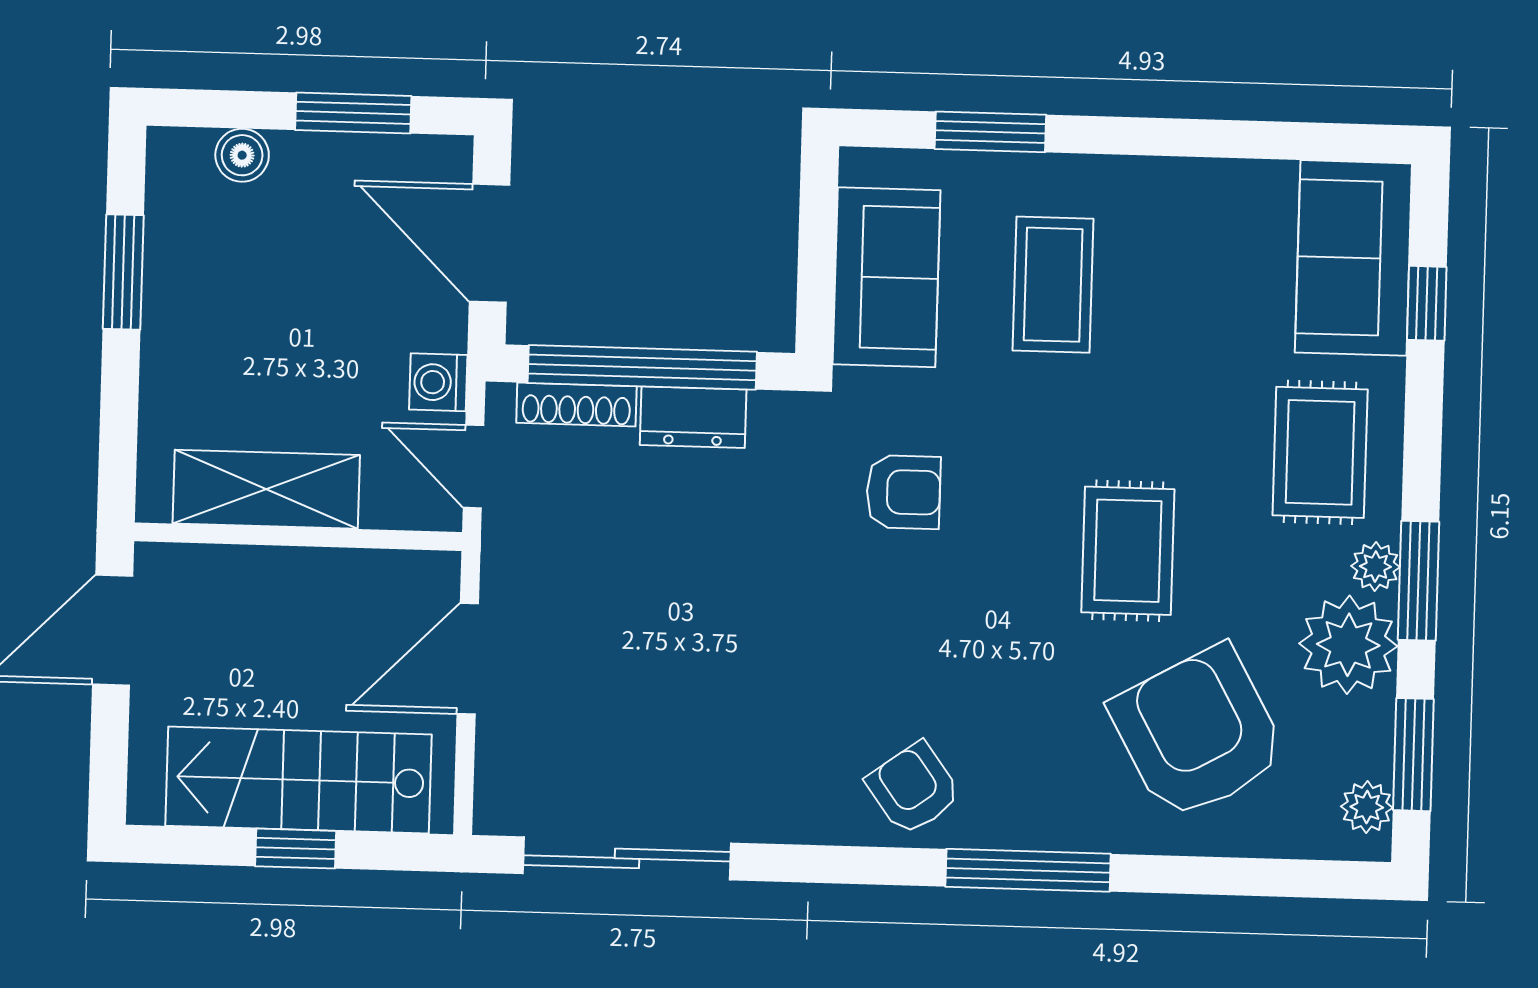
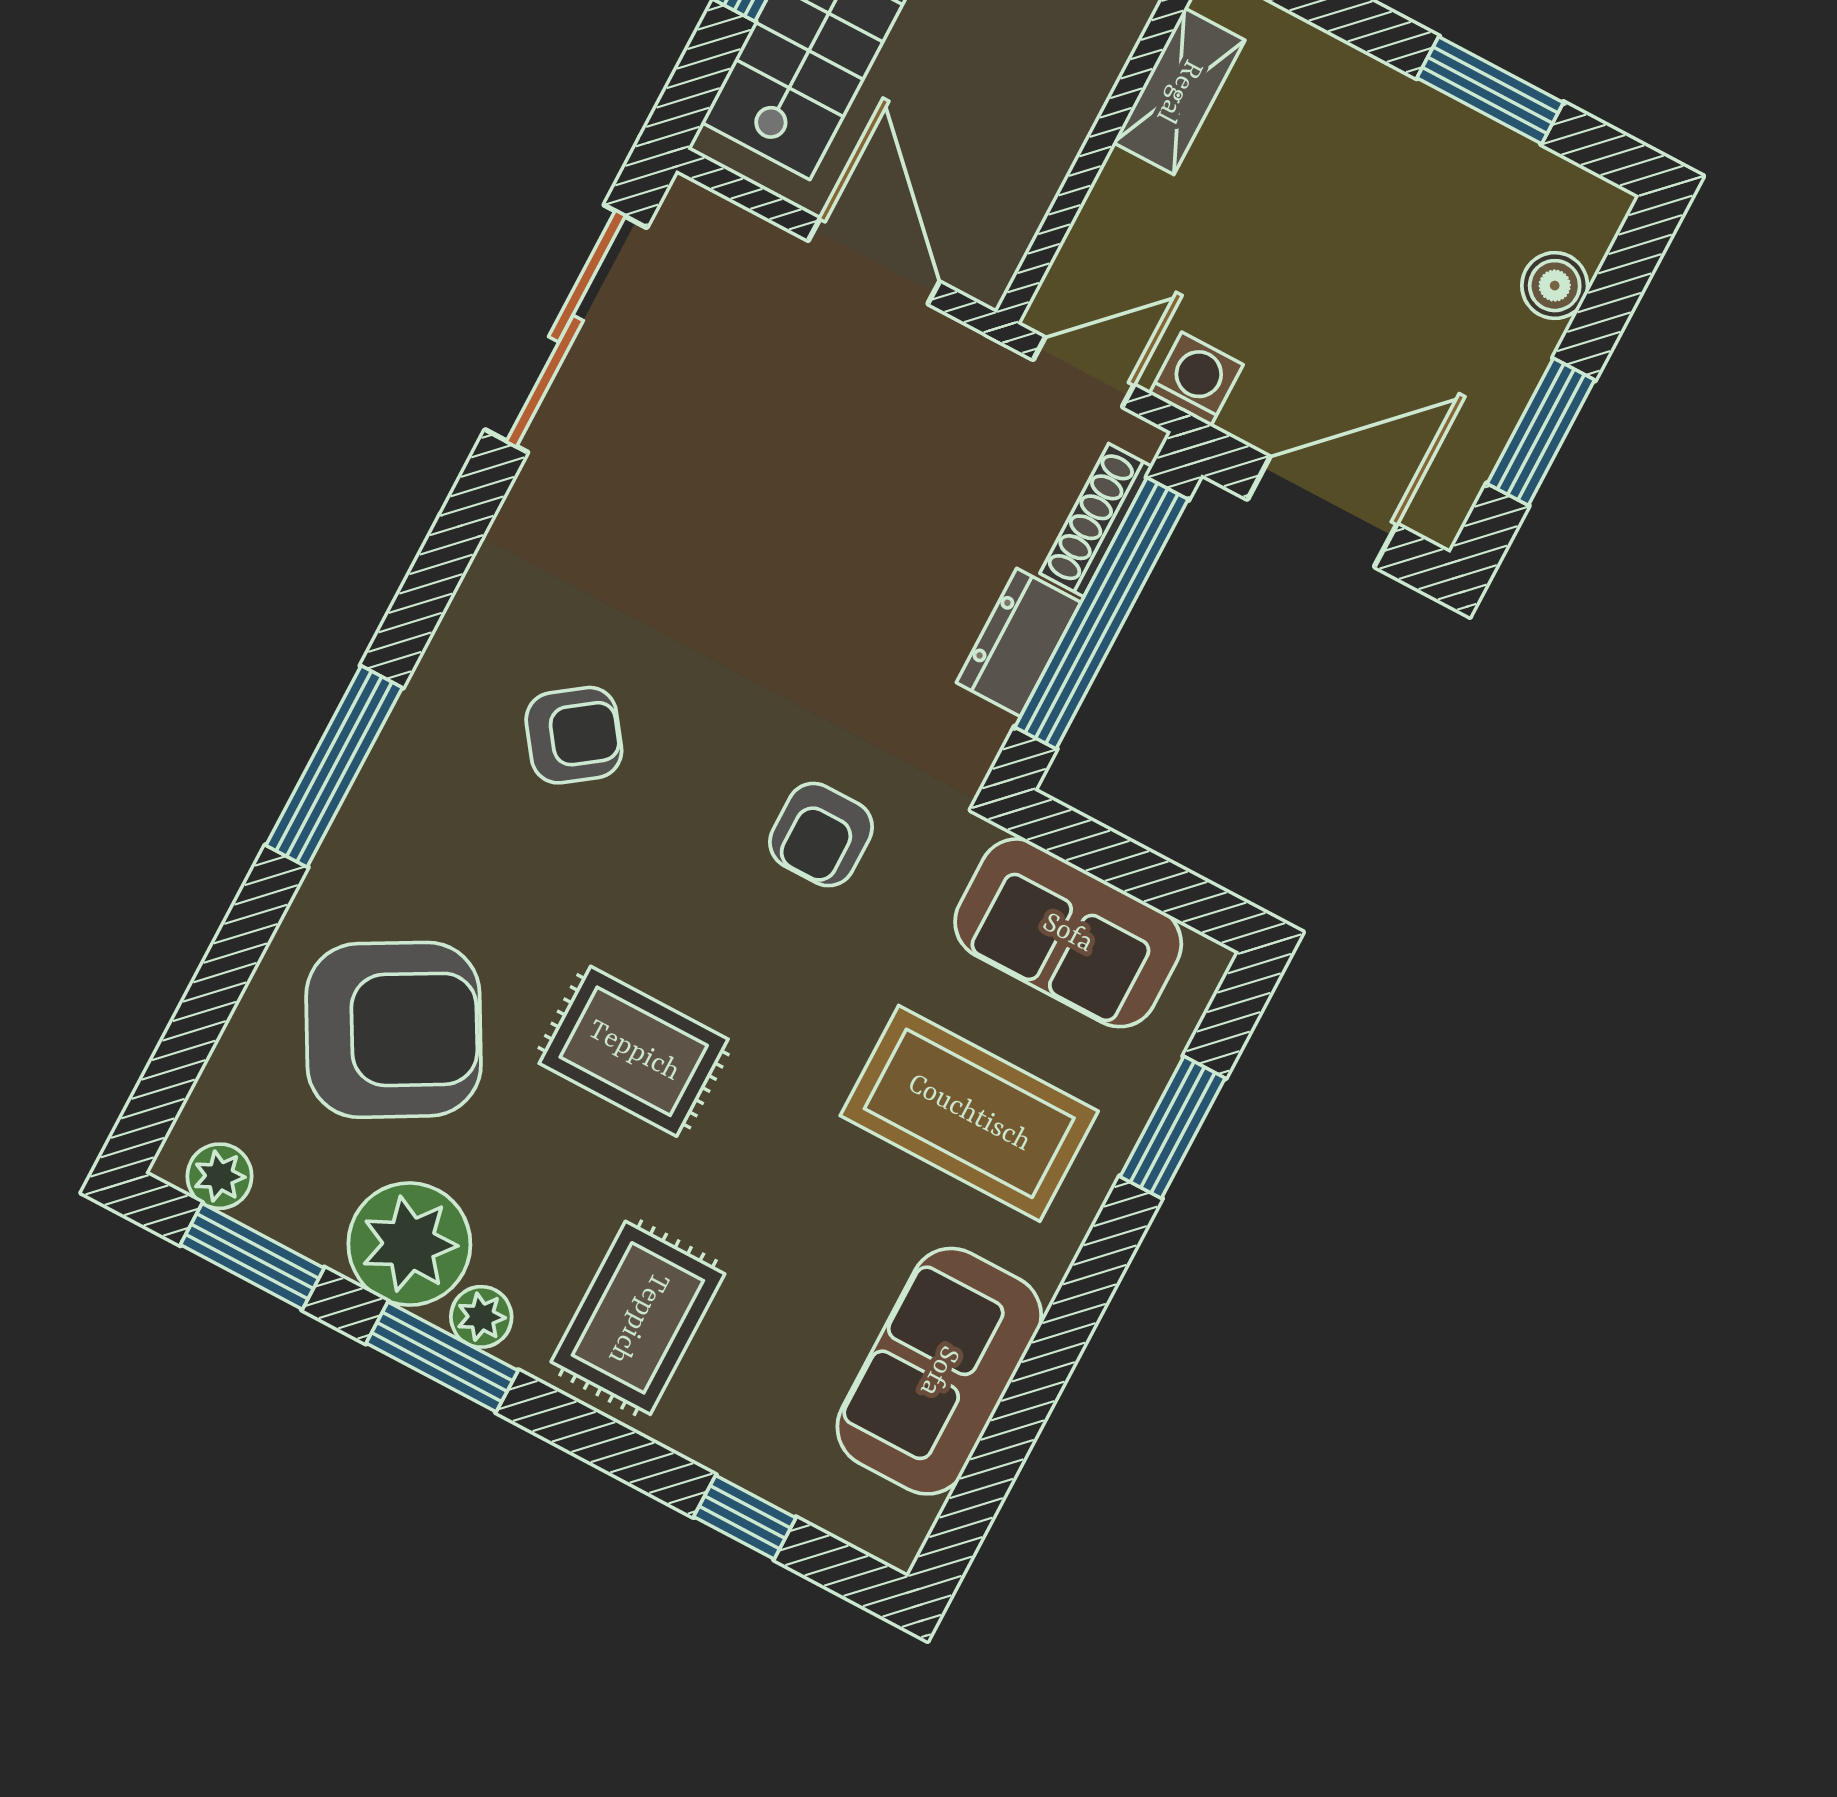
sofa: (1353, 258) -> (939, 1371), moved, turned -90
coffee table: (1053, 285) -> (969, 1113), width x1.36, depth x1.32
rug: (1320, 452) -> (638, 1318), turned 90
shelving: (266, 489) -> (1179, 91), width x0.67, depth x0.75
armchair: (913, 789) -> (574, 735), moved

